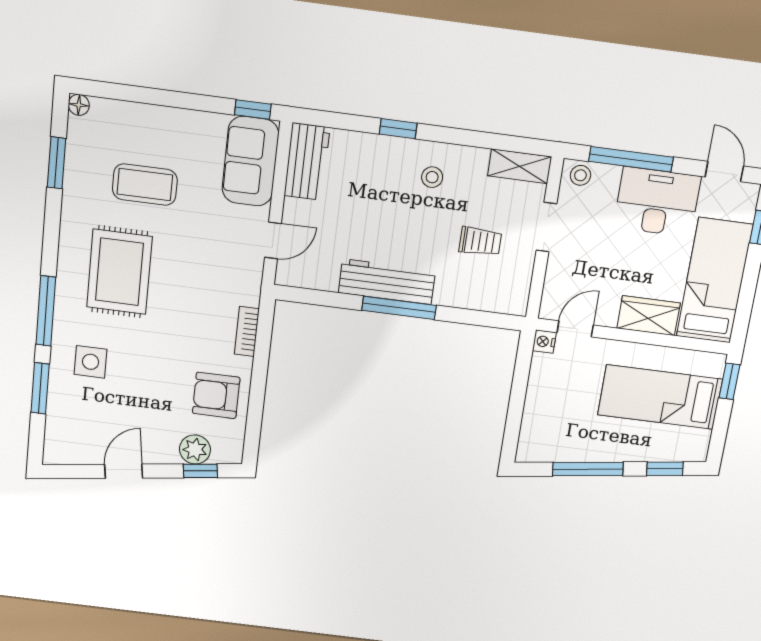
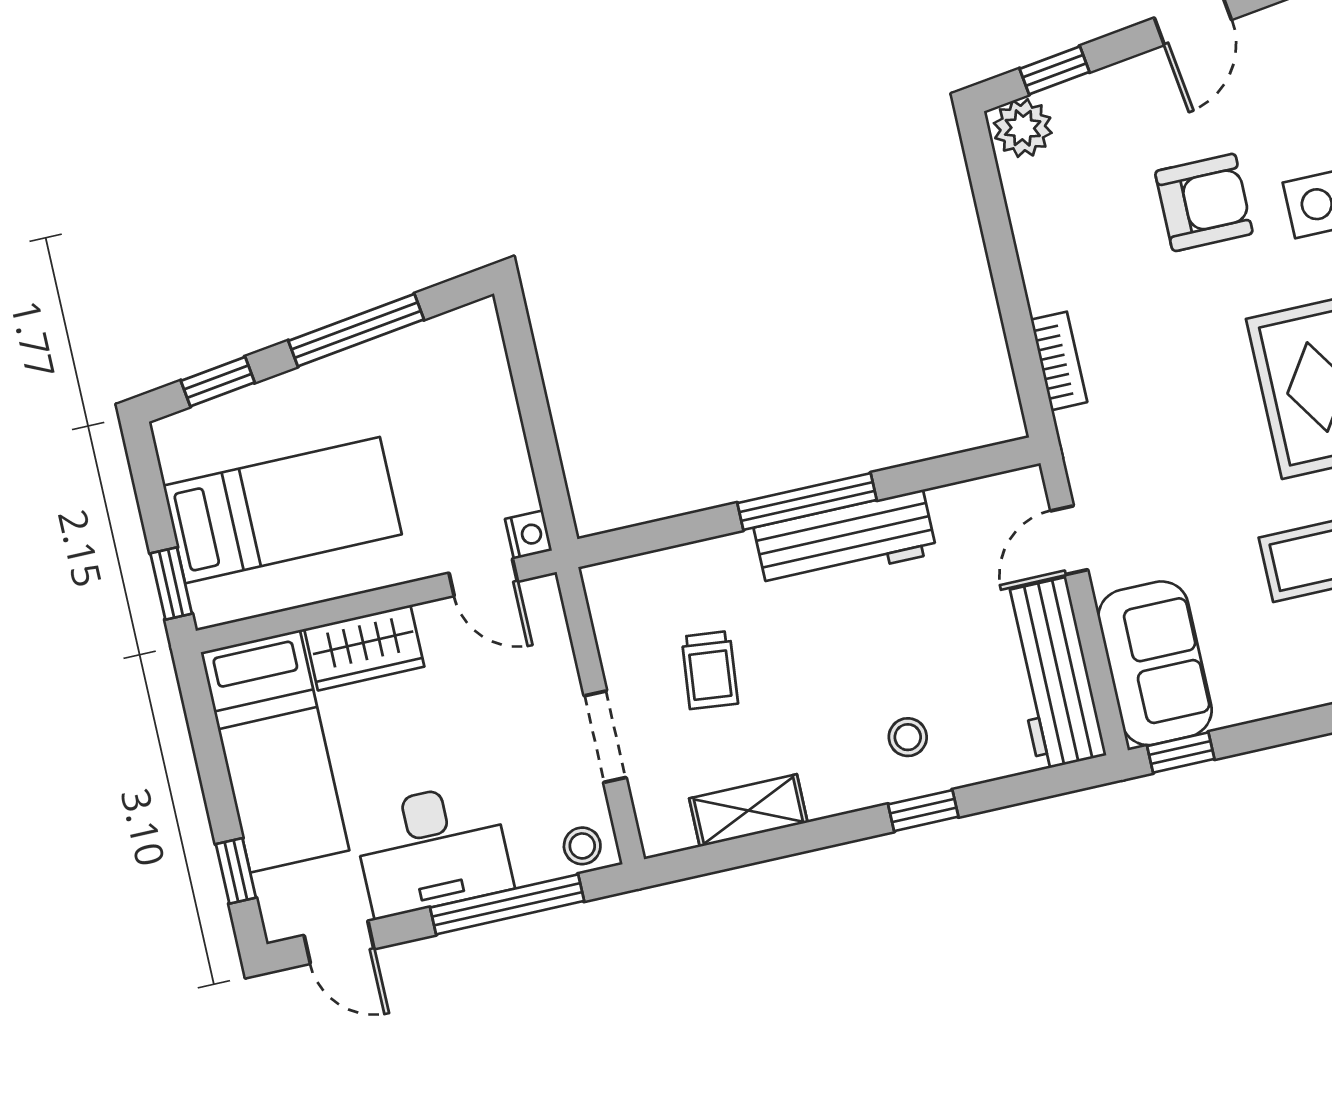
workbench: (307, 162) -> (1053, 674), width x1.38
shelving: (520, 166) -> (748, 810), moved
stool: (432, 177) -> (908, 737), moved
trolley: (480, 241) -> (710, 670), turned -84
door: (575, 329) -> (483, 577), hinge flipped
armchair: (216, 395) -> (1204, 202), moved
plant: (195, 450) -> (1023, 128), moved

